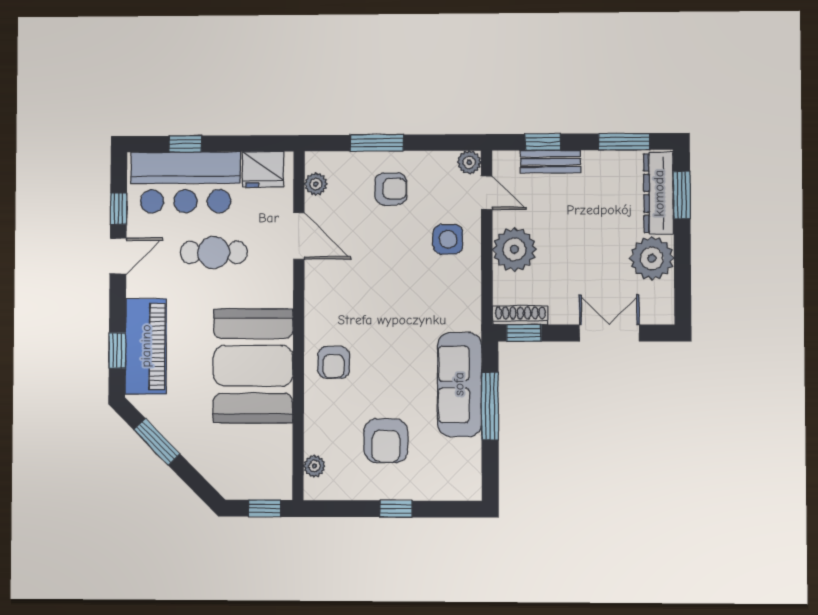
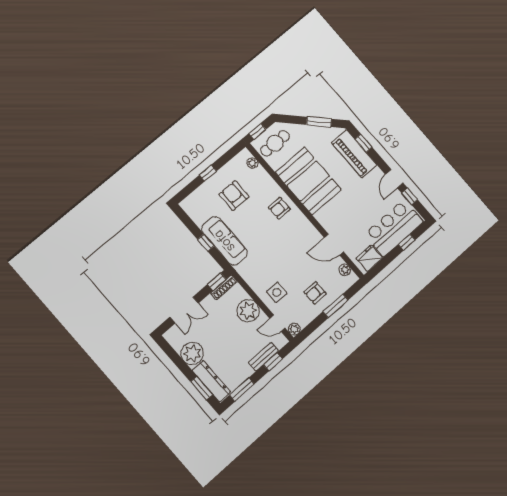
cafe table: (214, 252) -> (275, 143), moved
armchair: (334, 362) -> (279, 208), turned -90
window: (490, 406) -> (206, 243), width x0.46

